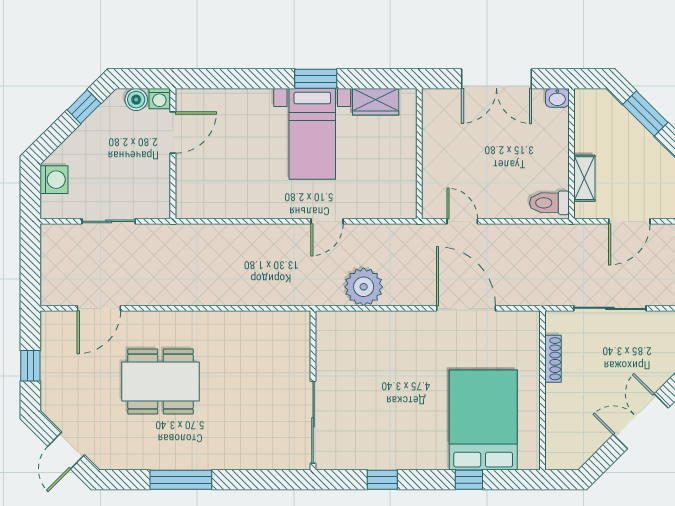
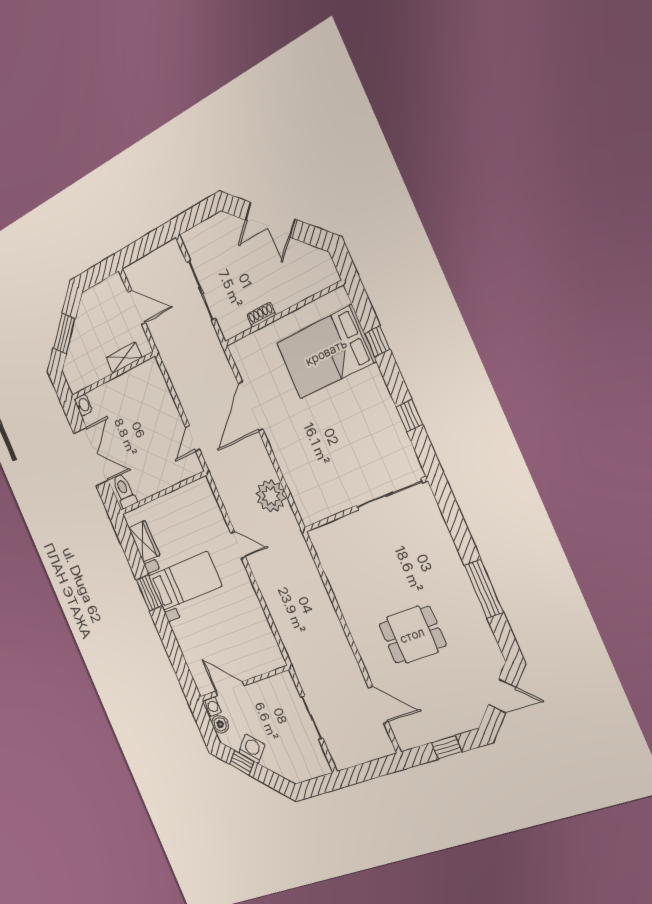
washing machine: (54, 180) -> (252, 749), moved, turned 45
toilet: (549, 203) -> (124, 491), moved, turned 180
shoe rack: (553, 359) -> (261, 315), width x0.70
dining table: (160, 382) -> (412, 635), width x0.73

